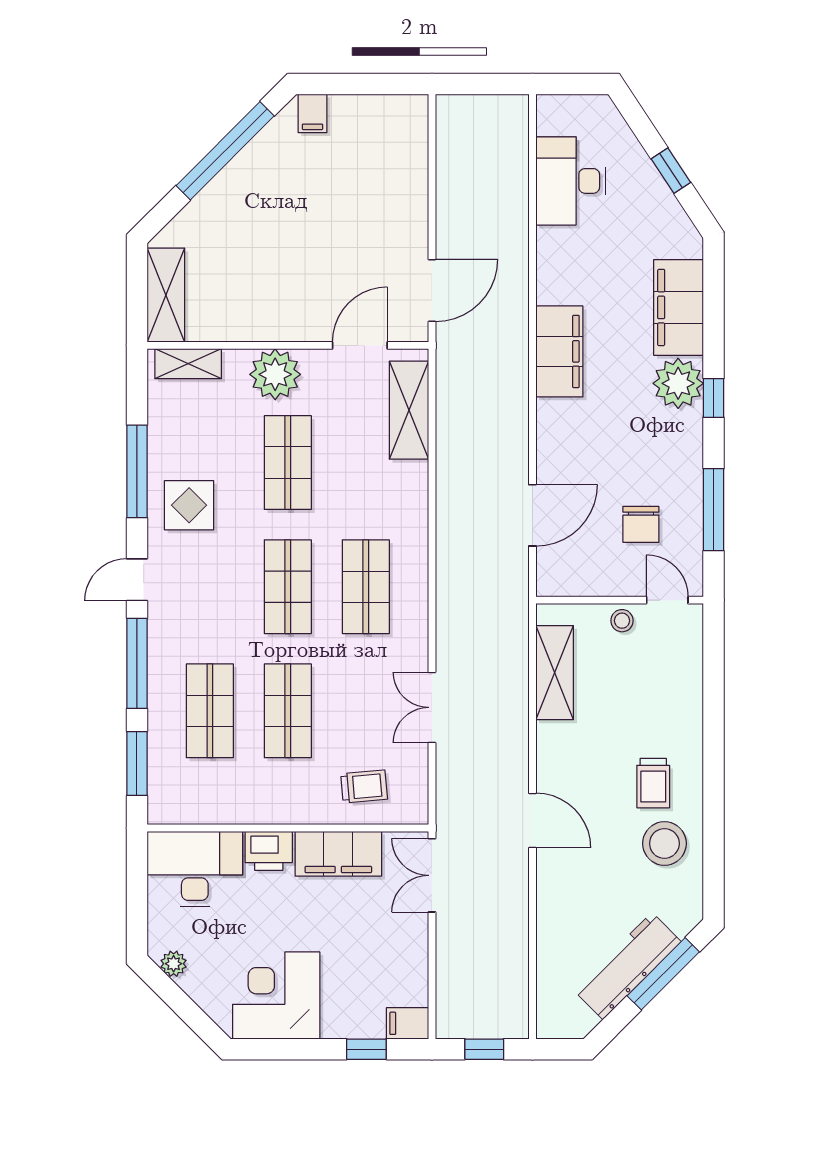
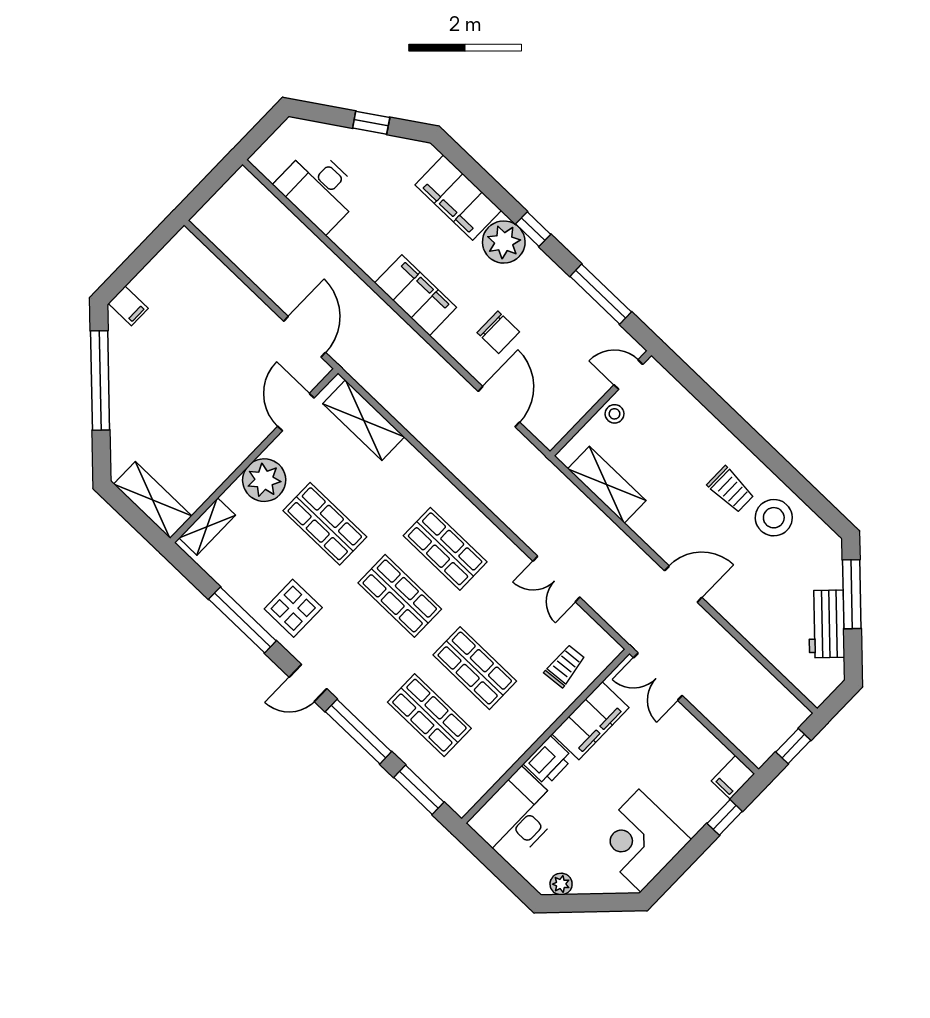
chair: (641, 524) -> (498, 332), moved
door: (137, 580) -> (308, 683), hinge flipped
workbench: (627, 966) -> (826, 624), width x0.73

